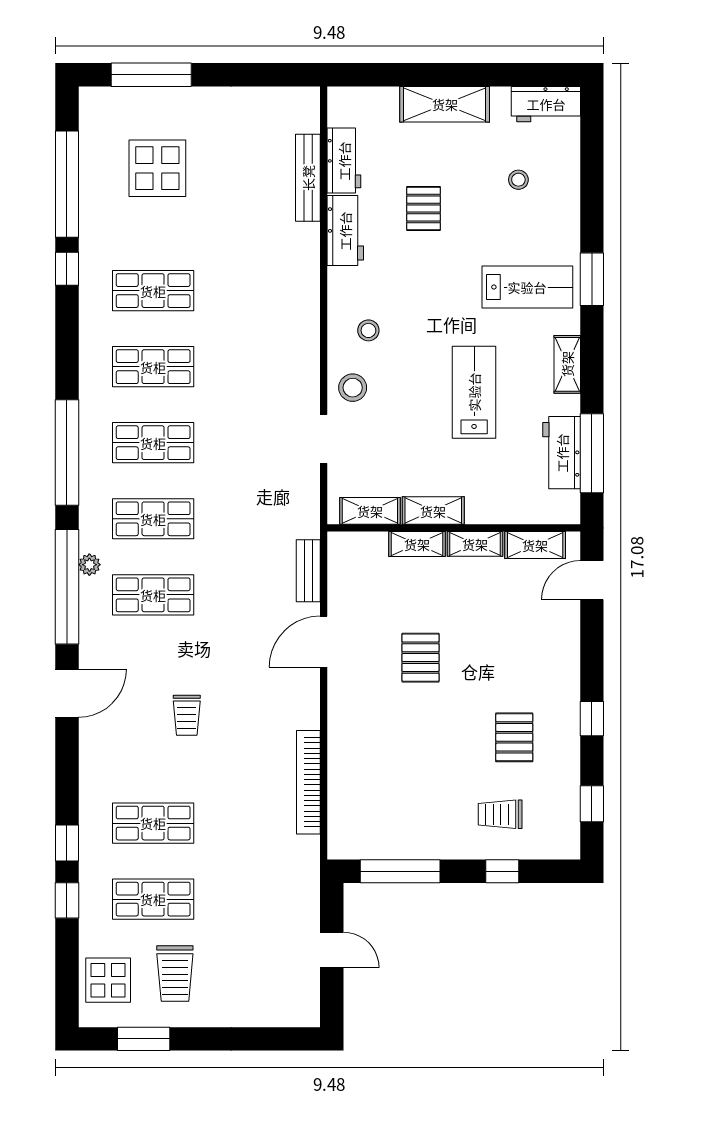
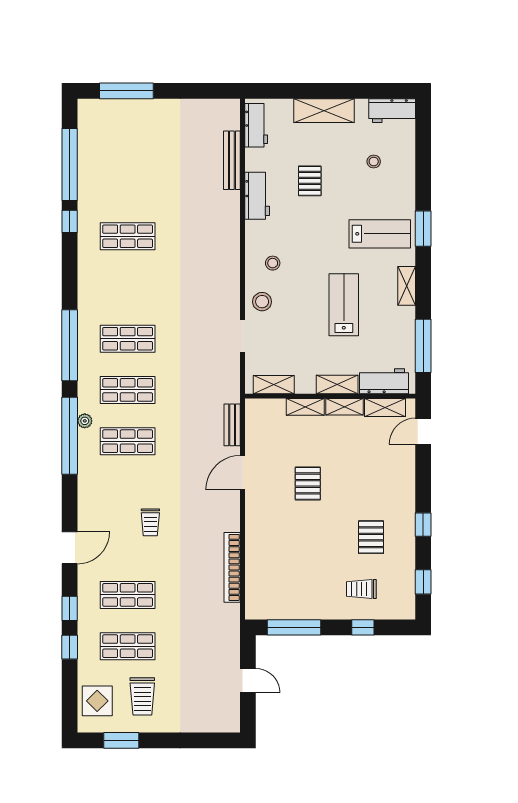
workbench: (344, 161) -> (256, 125), moved
display table: (157, 168) -> (130, 154), removed
shop shelf: (153, 367) -> (128, 287), removed
workbench: (562, 453) -> (384, 381), moved, turned 90
shelving: (433, 511) -> (337, 384), moved
door: (67, 693) -> (70, 548), moved

